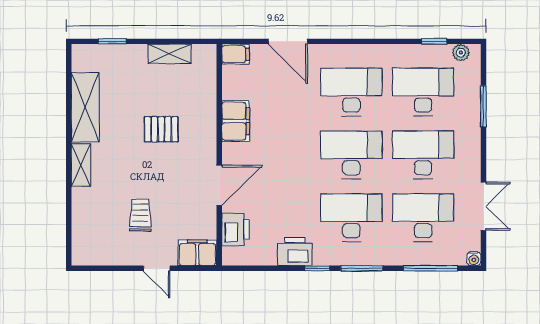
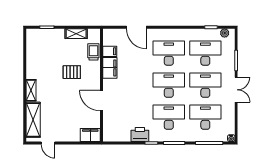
filing cabinet: (236, 54) -> (110, 51), moved
shelving: (85, 107) -> (33, 120), moved
door: (219, 185) -> (102, 101), swing flipped
double door: (483, 206) -> (236, 90), moved
trolley: (140, 215) -> (93, 52), moved
printer: (236, 229) -> (110, 123), removed
door: (157, 268) -> (48, 143), moved

